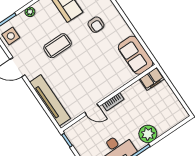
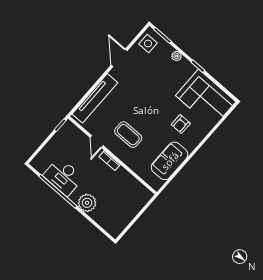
coffee table: (58, 46) -> (128, 135), moved
sofa: (136, 55) -> (170, 161), moved
filing cabinet: (152, 79) -> (142, 193), removed

